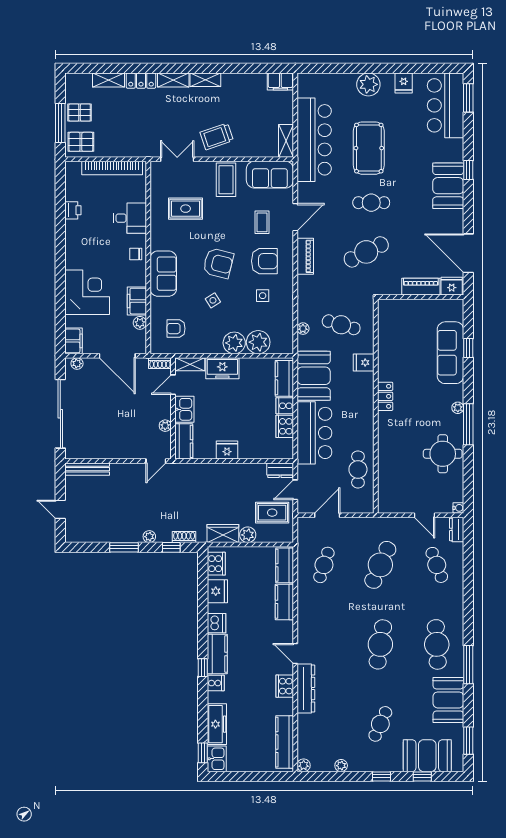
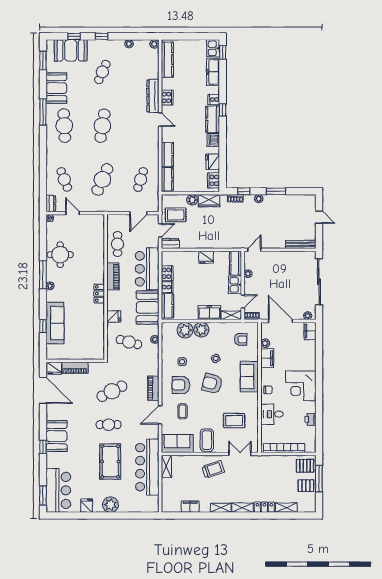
filing cabinet: (280, 82) -> (190, 507), moved
double door: (177, 159) -> (240, 454), swing flipped
corner desk: (87, 292) -> (301, 386), moved
piano: (365, 422) -> (113, 276), added

